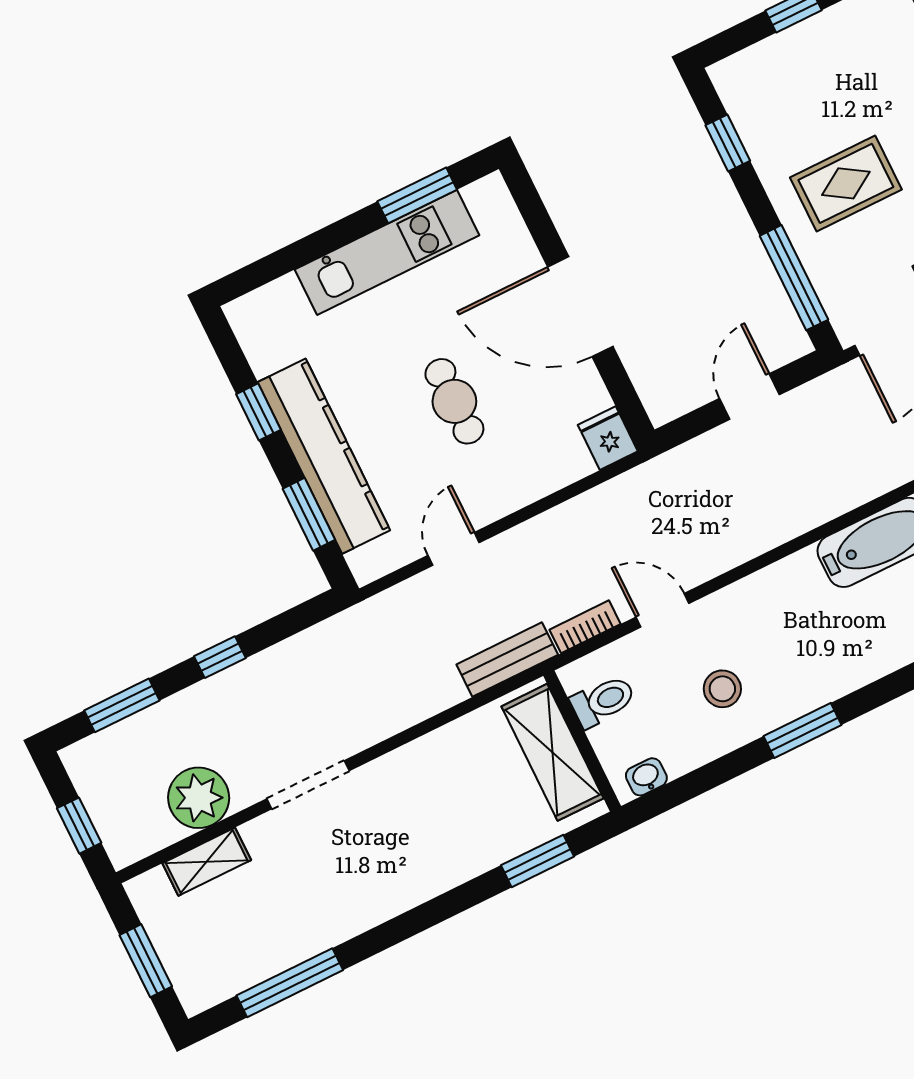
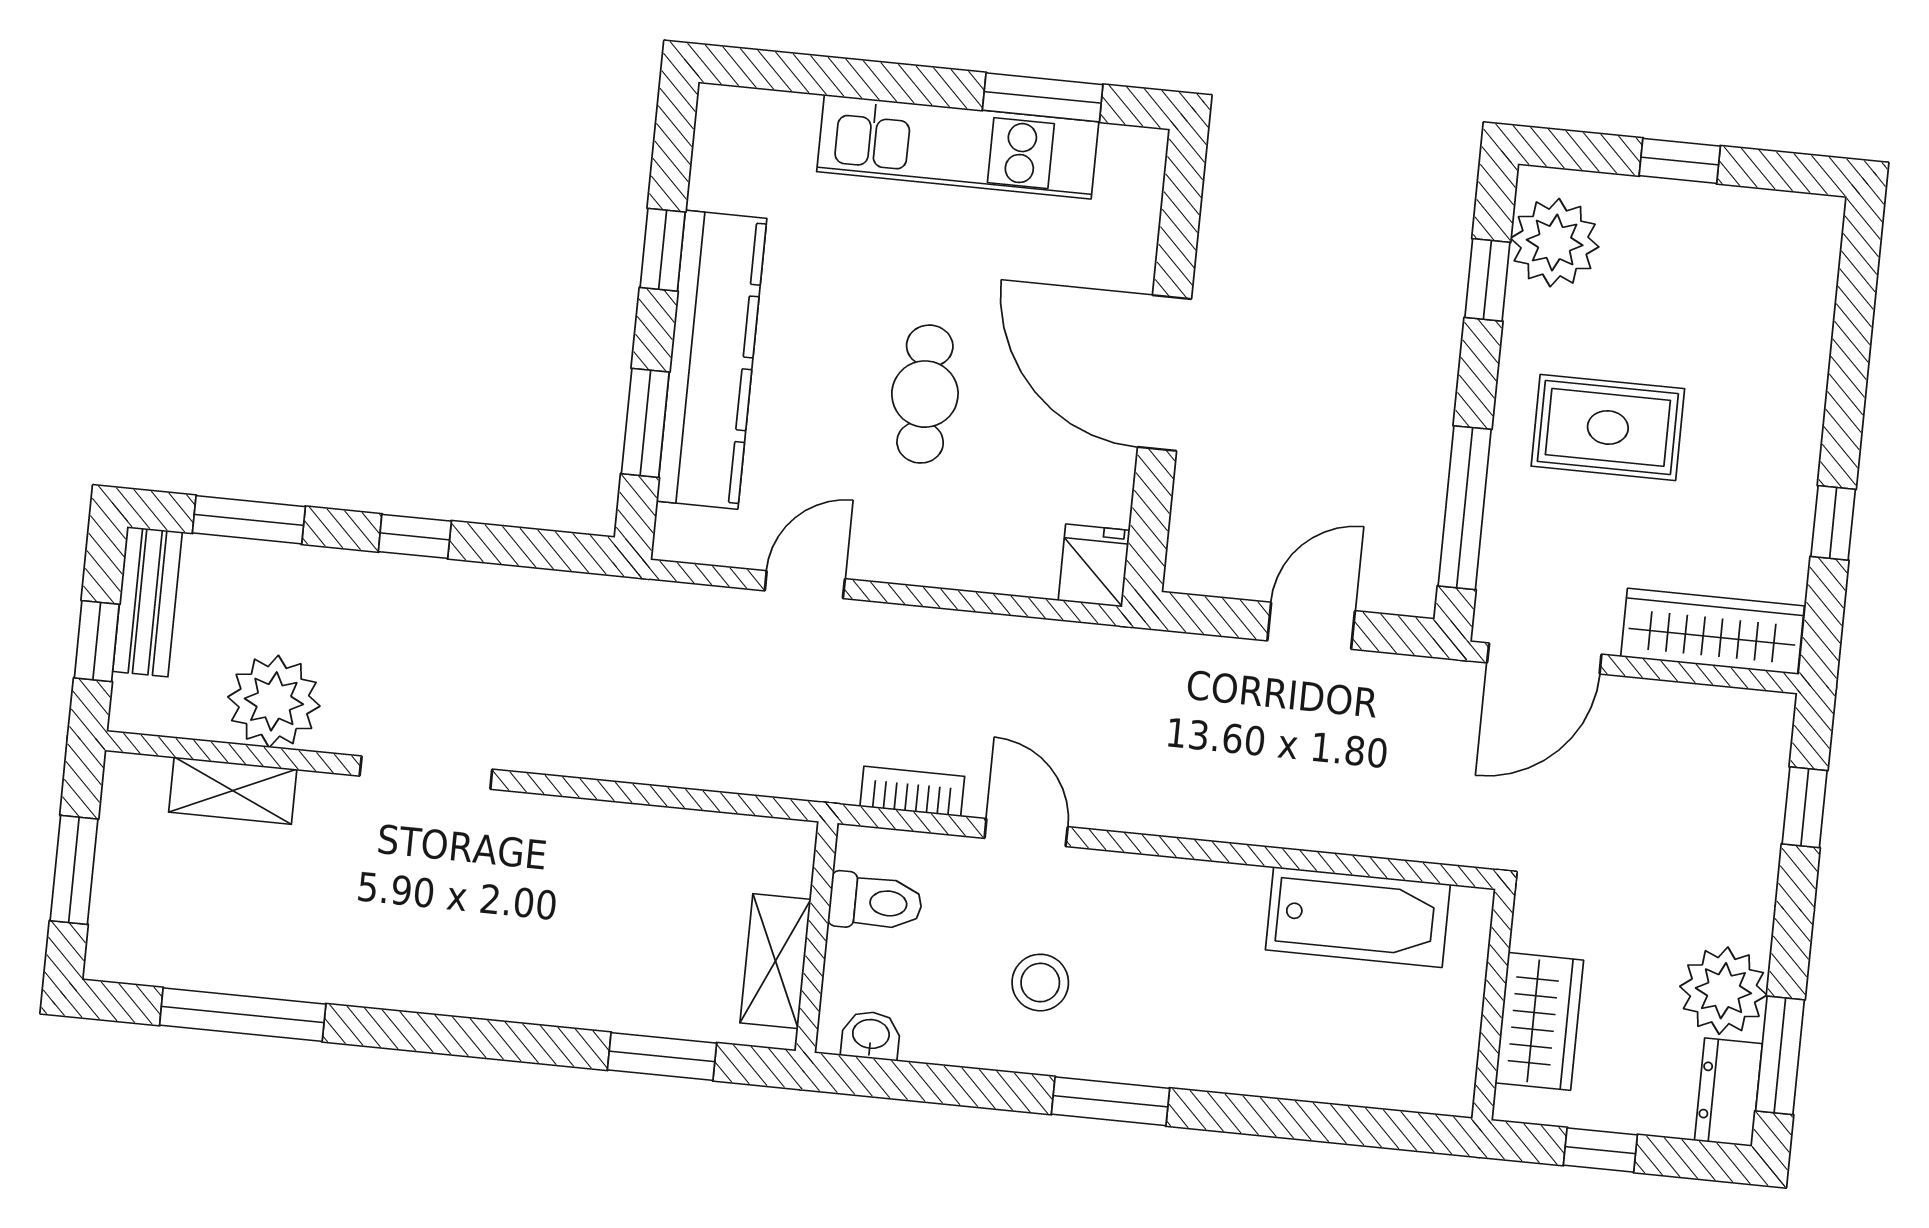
plant: (752, 99) -> (1555, 243), added
bench: (507, 660) -> (147, 602), moved, turned 90
shelving: (552, 752) -> (775, 961), width x0.67, depth x0.75

